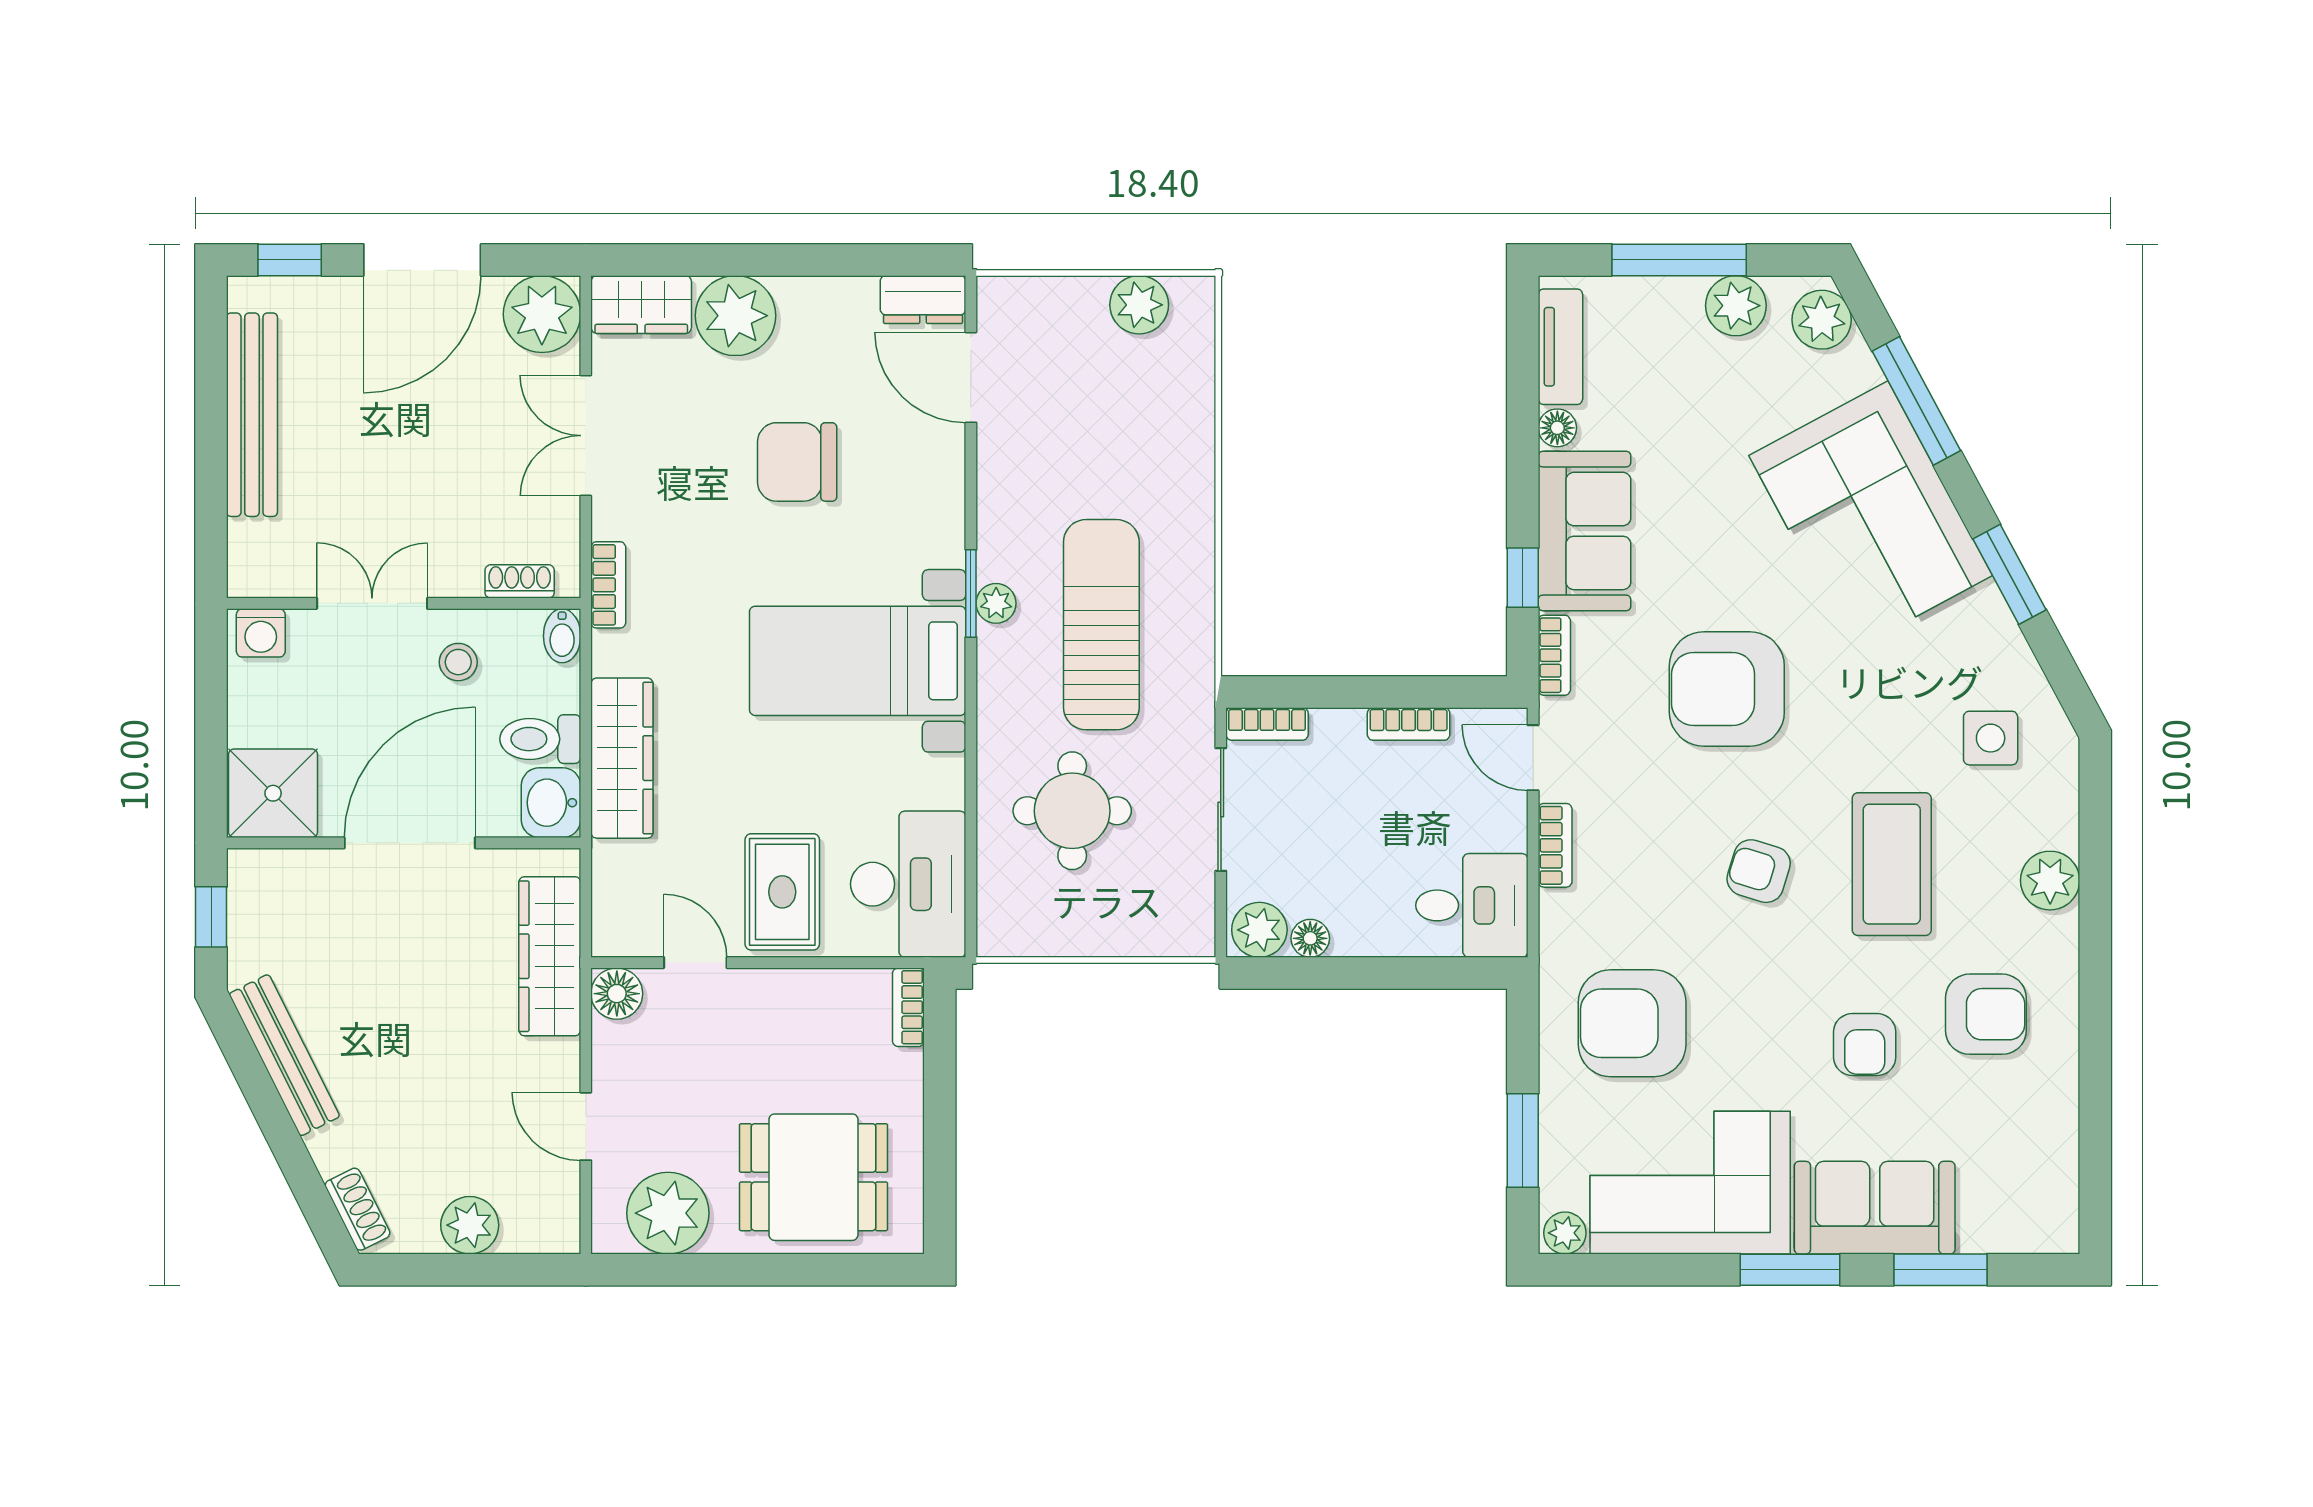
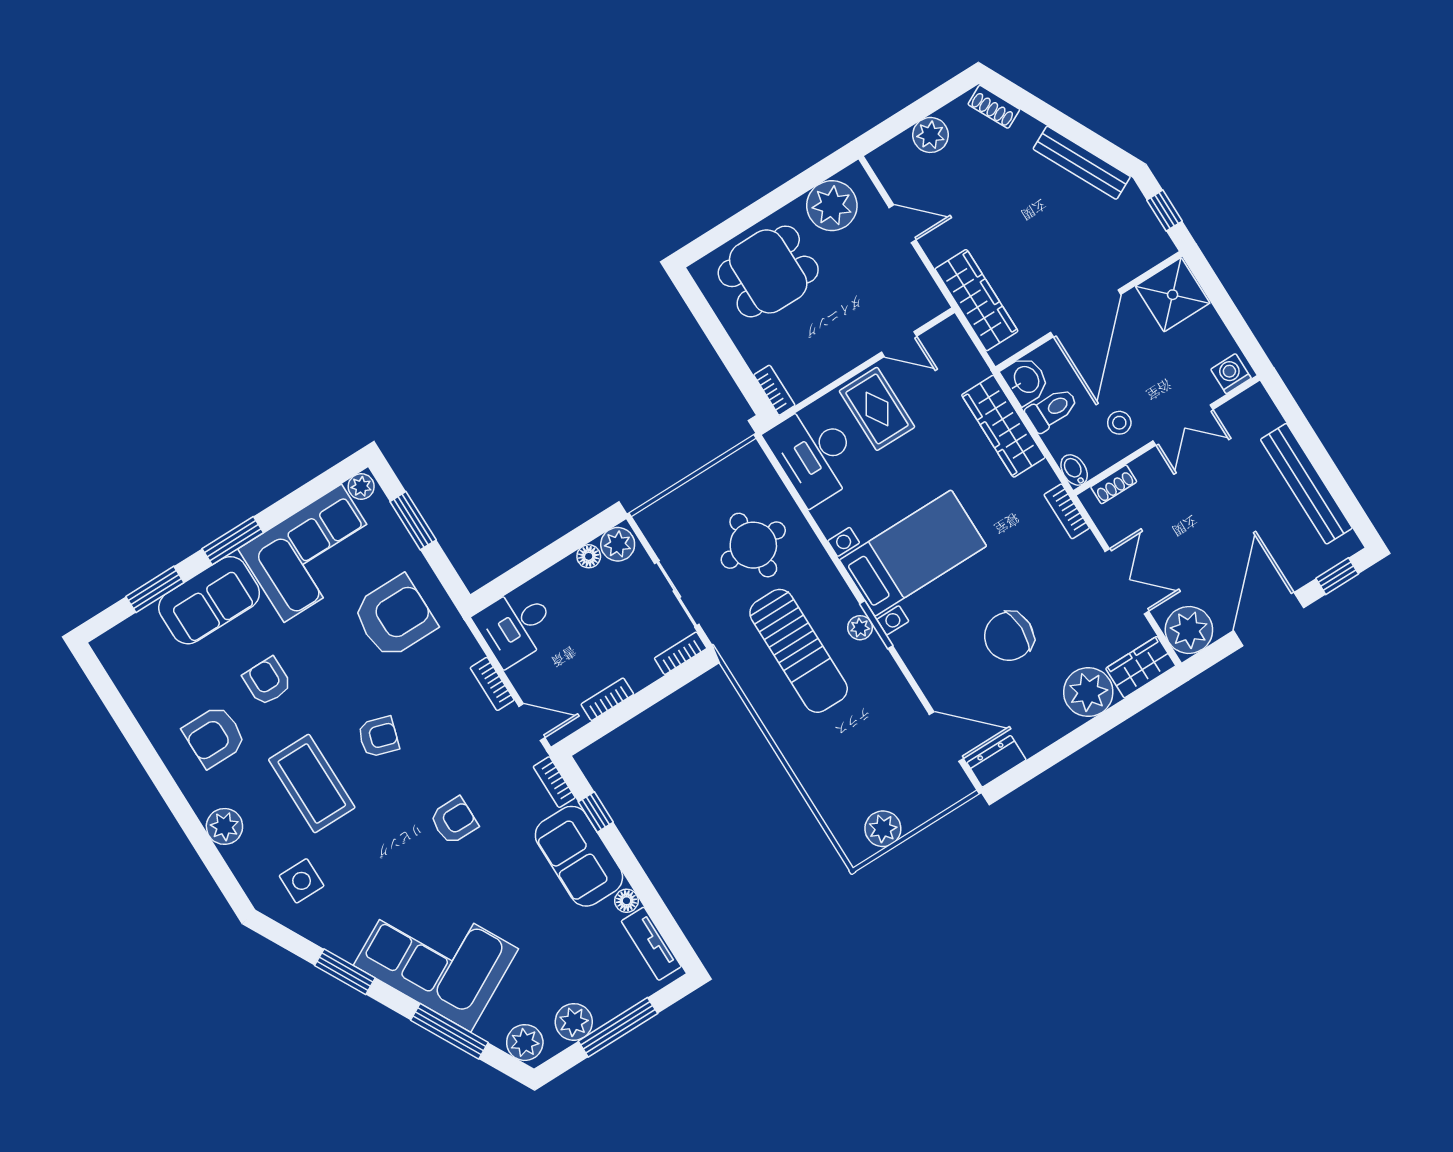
chair: (797, 462) -> (1009, 636), turned 180
armchair: (1727, 689) -> (454, 821), width x0.53, depth x0.53
floor lamp: (617, 994) -> (930, 303), removed

